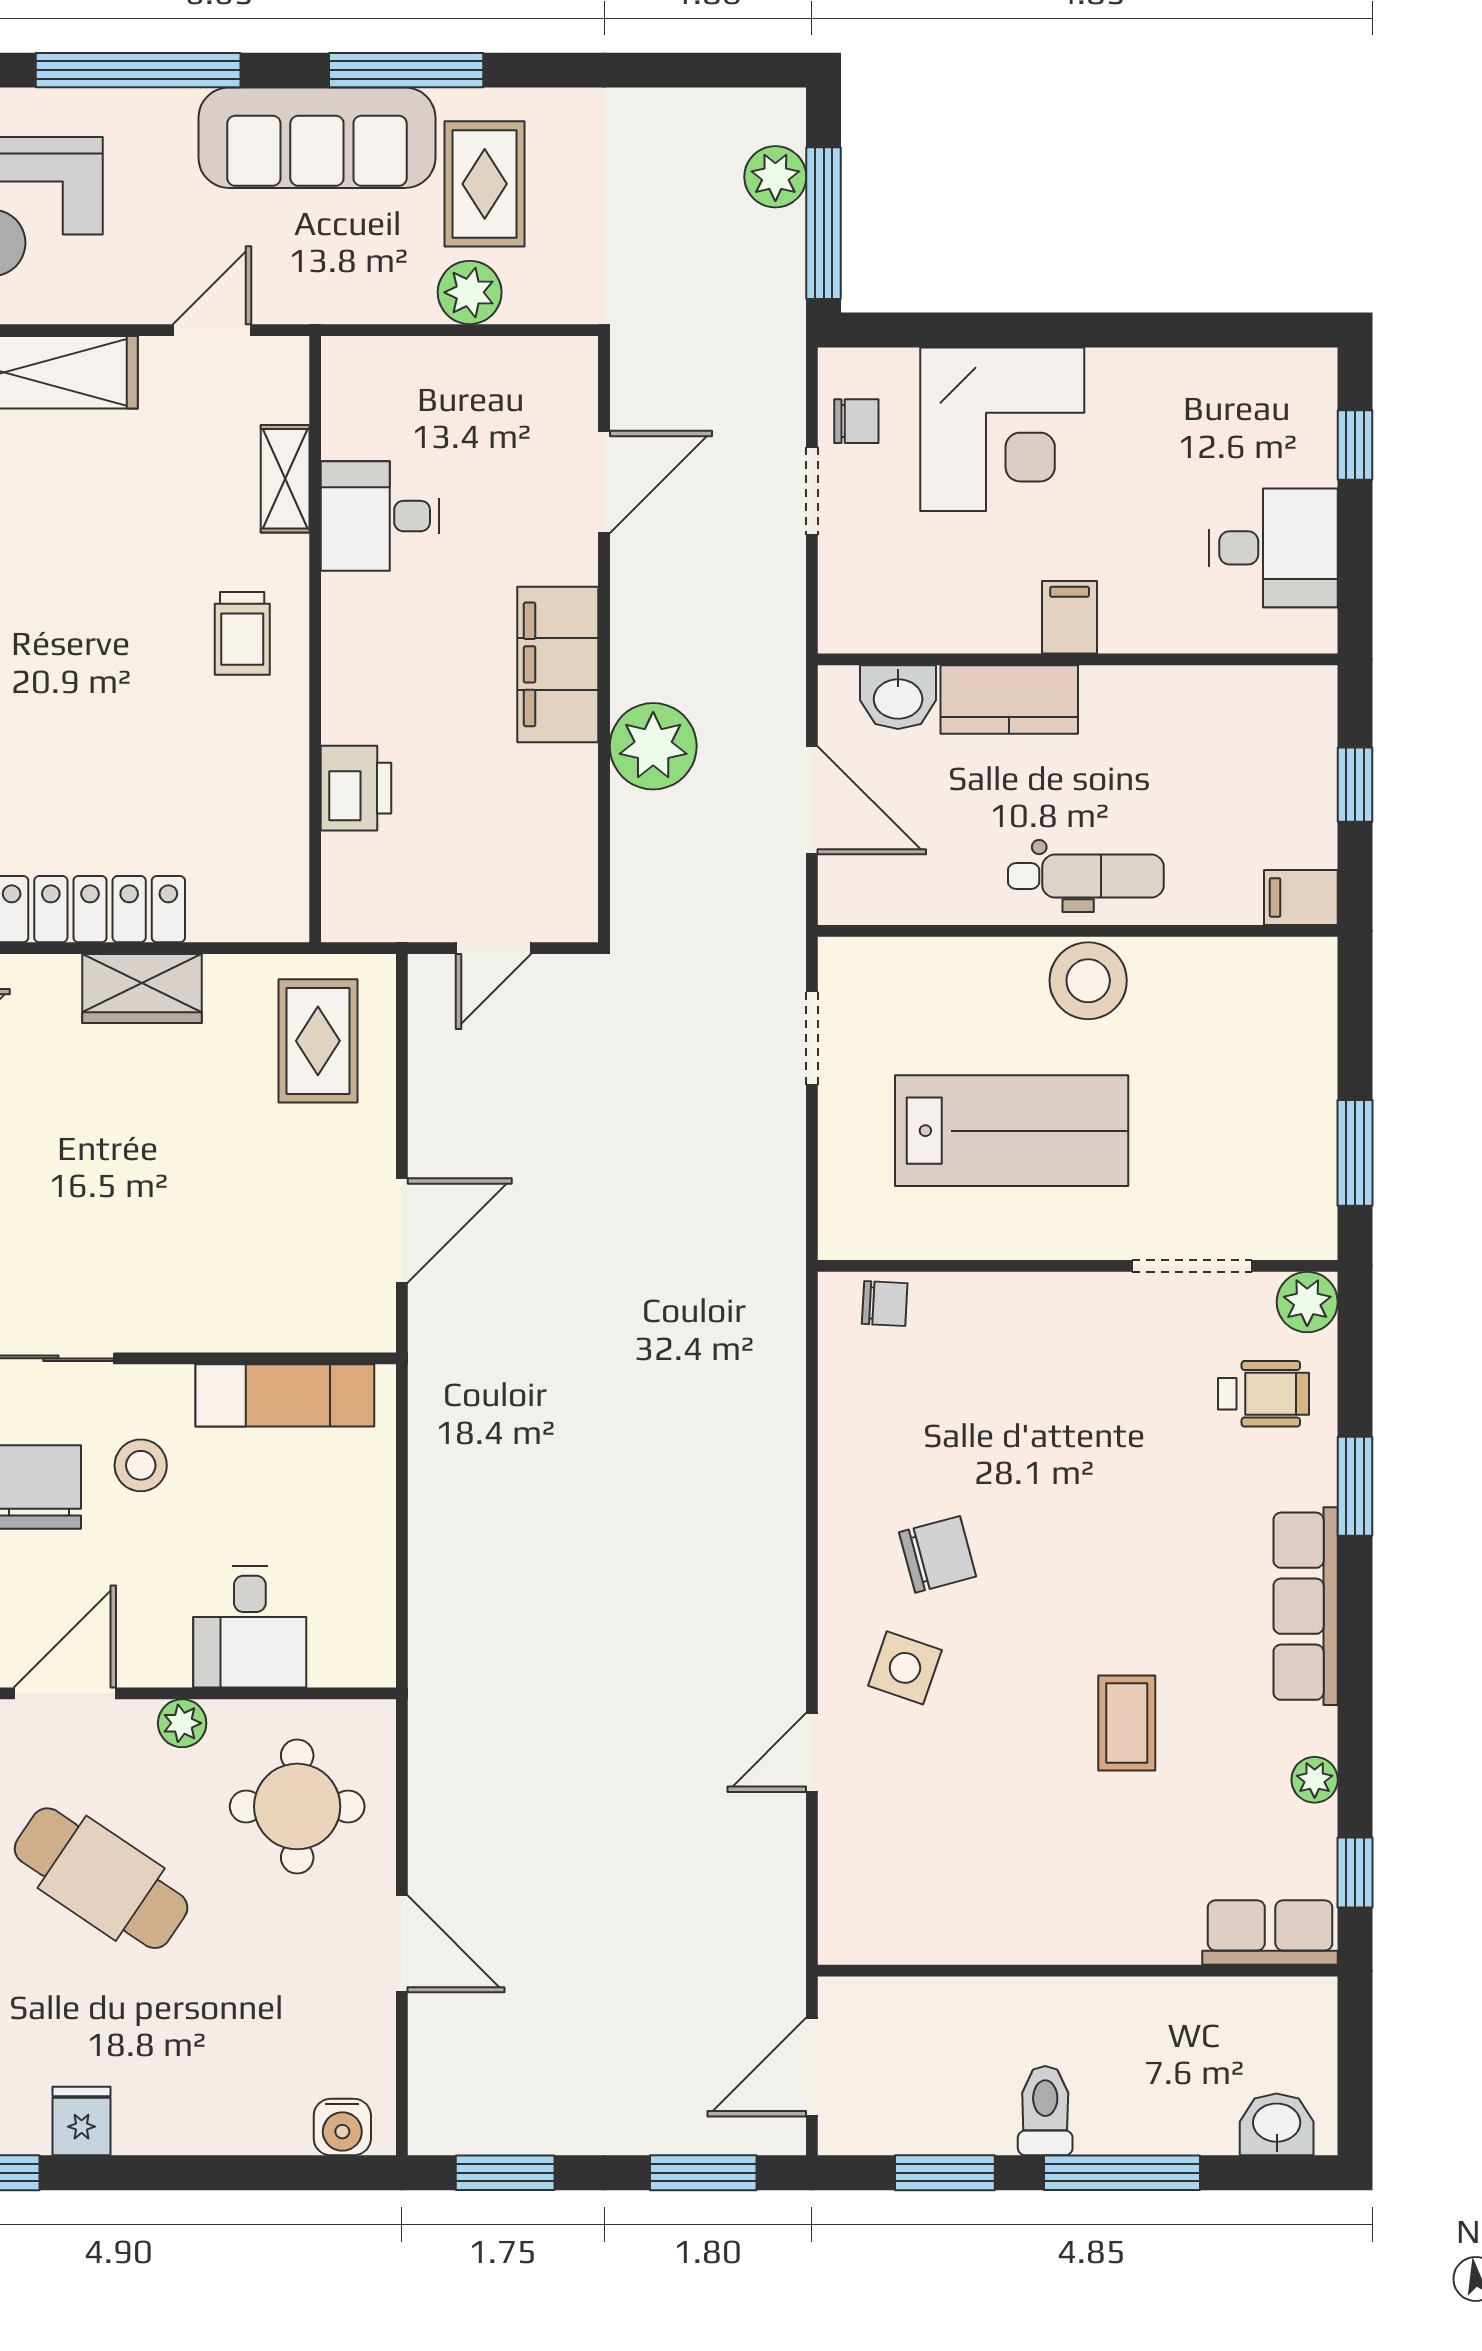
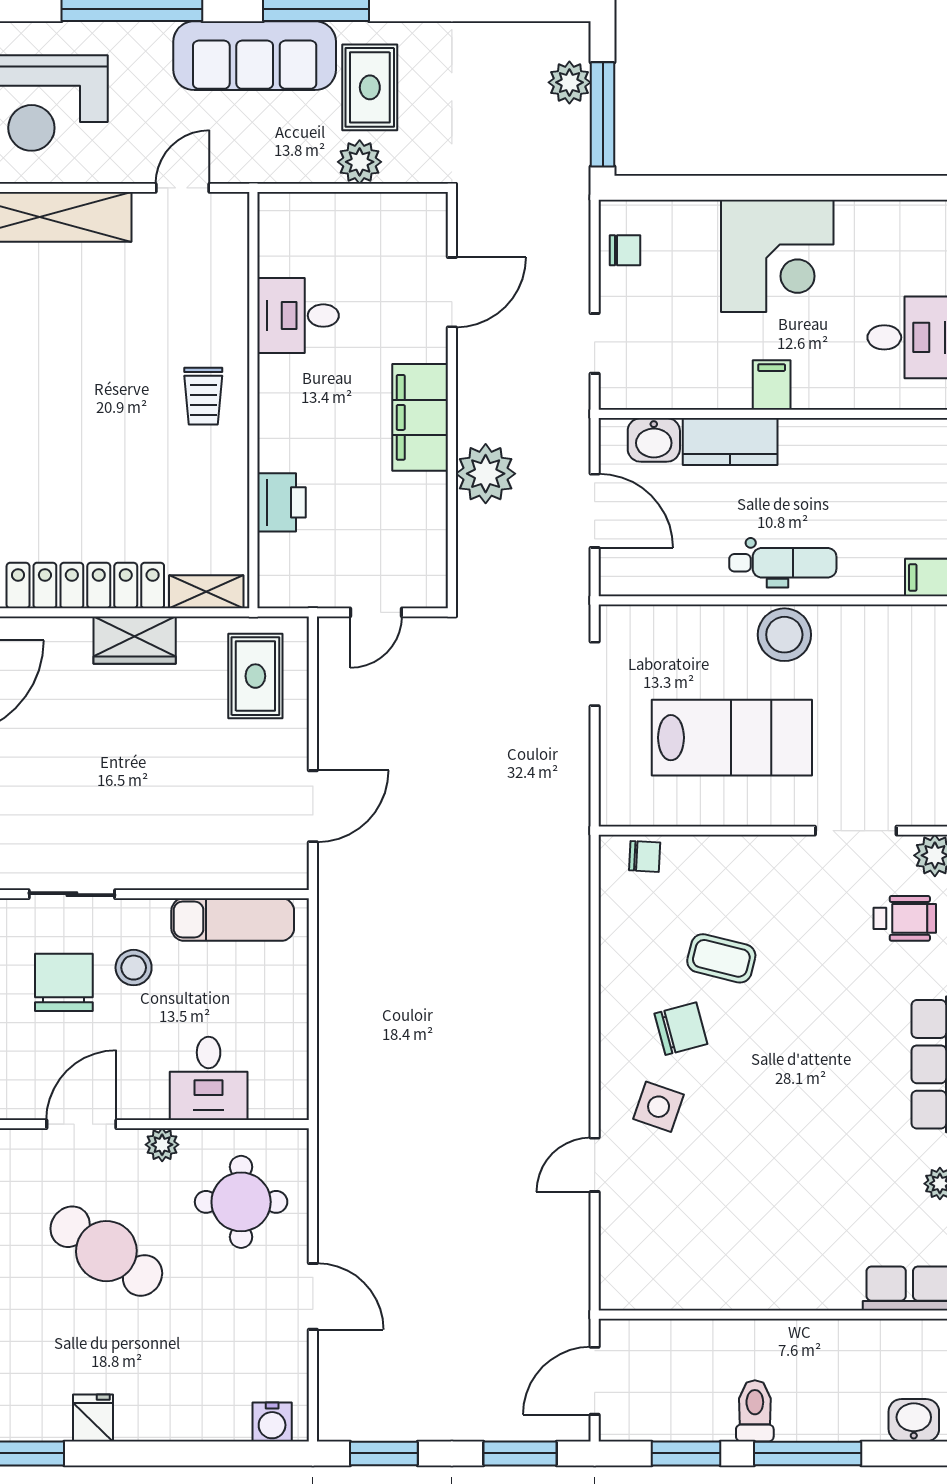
corner desk: (1002, 429) -> (777, 256), moved
shelving: (285, 479) -> (206, 592), moved, turned 90
doorway: (812, 491) -> (595, 343), moved
coffee table: (1127, 1723) -> (721, 958), moved, turned -76

